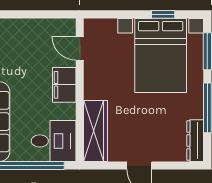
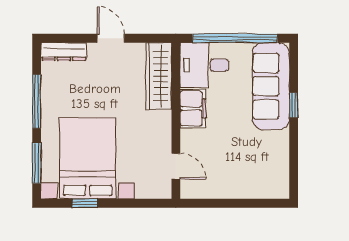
filing cabinet: (64, 85) -> (193, 108), moved
dresser: (195, 141) -> (64, 52), moved, turned 90

